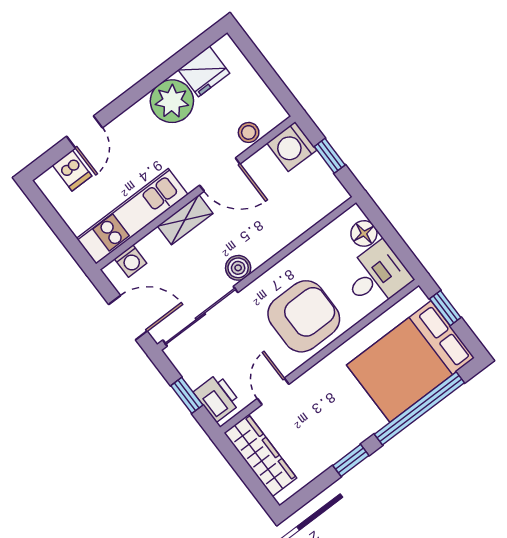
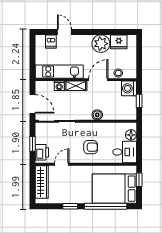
door: (85, 132) -> (65, 32), swing flipped
door: (220, 175) -> (98, 80), swing flipped
washing machine: (131, 261) -> (59, 86), moved
boiler: (238, 268) -> (97, 115), moved
armchair: (304, 316) -> (91, 147), width x0.53, depth x0.53

